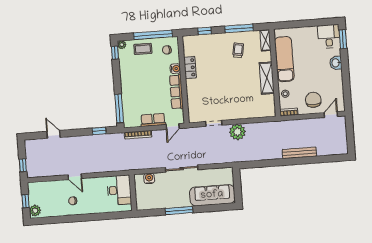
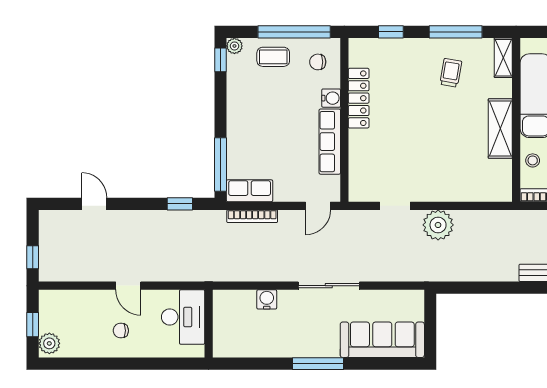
locker: (190, 68) -> (359, 98), width x1.53
row of seats: (153, 120) -> (250, 191), moved
desk: (119, 190) -> (183, 317), moved
wall: (133, 193) -> (209, 324), moved

